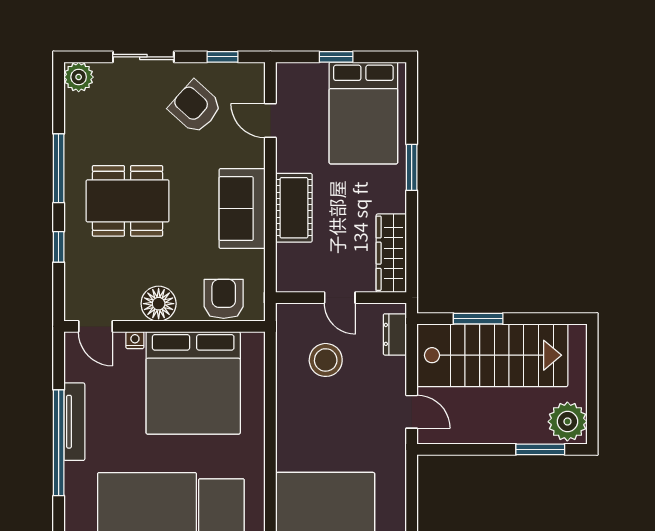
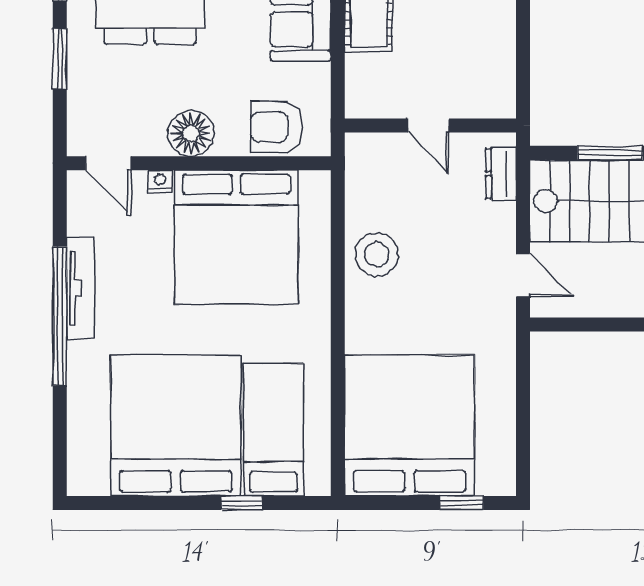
window: (59, 247) -> (60, 59), width x1.50
wardrobe: (391, 253) -> (496, 67), removed
armchair: (224, 299) -> (276, 127), turned -90
stool: (326, 360) -> (377, 254), moved

